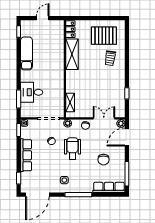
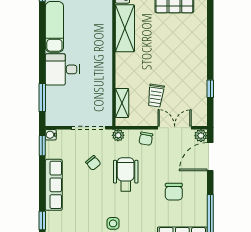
trolley: (110, 58) -> (156, 96), moved
desk: (32, 92) -> (62, 69), moved

